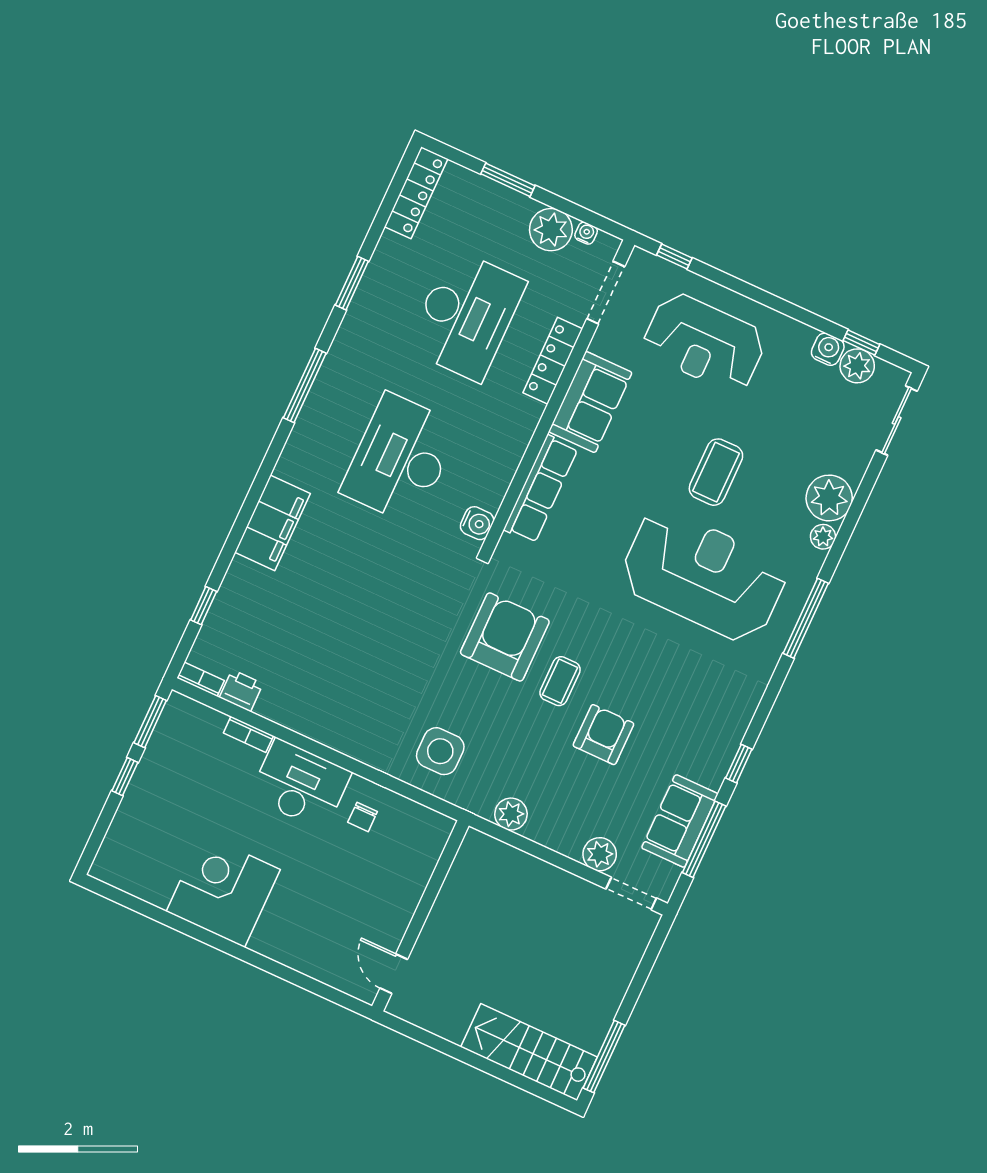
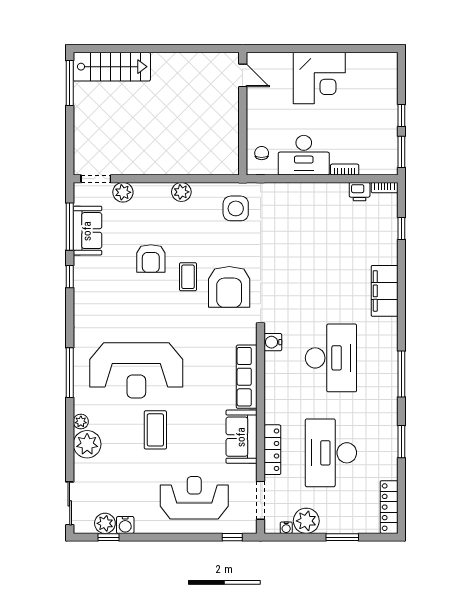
wall: (420, 916) -> (243, 114), moved
door: (394, 974) -> (243, 75), moved

